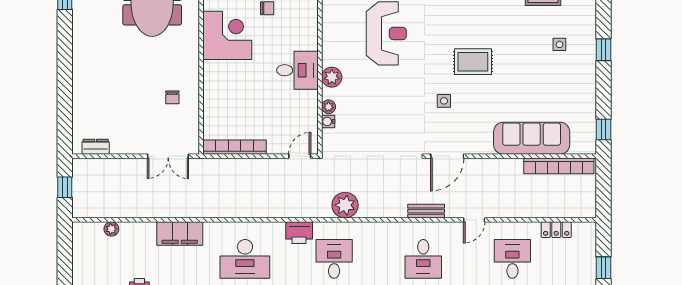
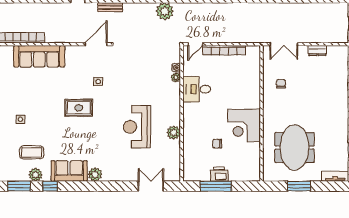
desk: (297, 70) -> (197, 89), moved
plant: (332, 77) -> (174, 133), moved
dresser: (96, 147) -> (317, 51), moved
bookcase: (235, 147) -> (224, 50), moved
double door: (168, 156) -> (284, 44), swing flipped

